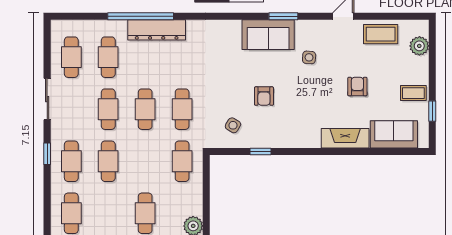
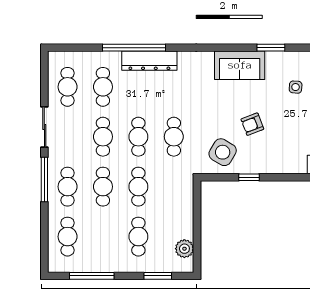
sofa: (268, 35) -> (240, 65), moved
armchair: (264, 96) -> (252, 124), turned 69
side table: (233, 125) -> (223, 152), width x1.87, depth x1.87
window: (47, 154) -> (44, 180), width x2.17
cafe table: (182, 161) -> (138, 187), moved

